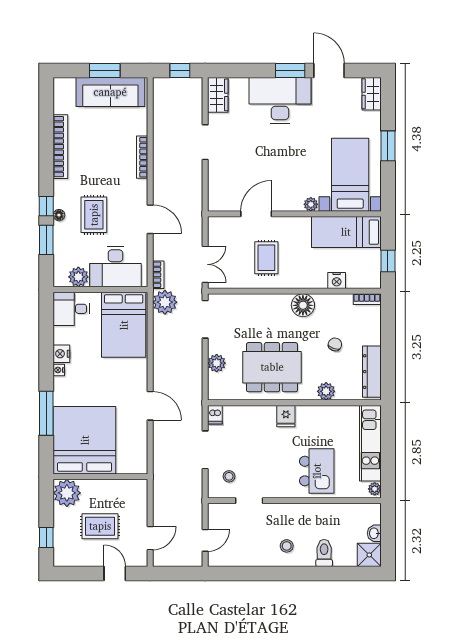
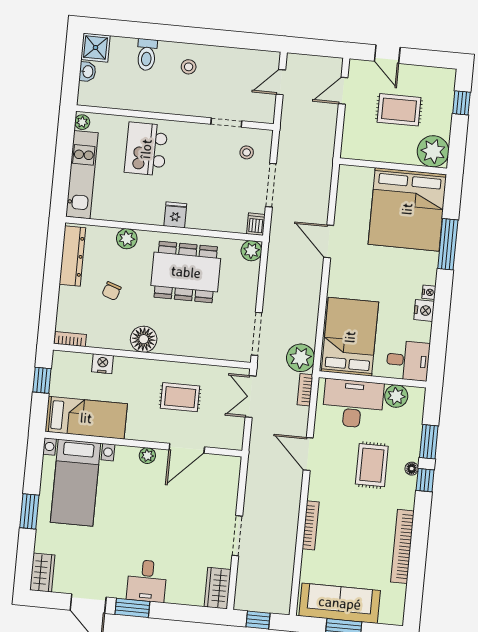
desk: (280, 101) -> (147, 581), width x0.53, depth x0.77
plant: (311, 204) -> (147, 456), moved
rug: (266, 258) -> (180, 397), turned 90
plant: (217, 363) -> (251, 251), moved

